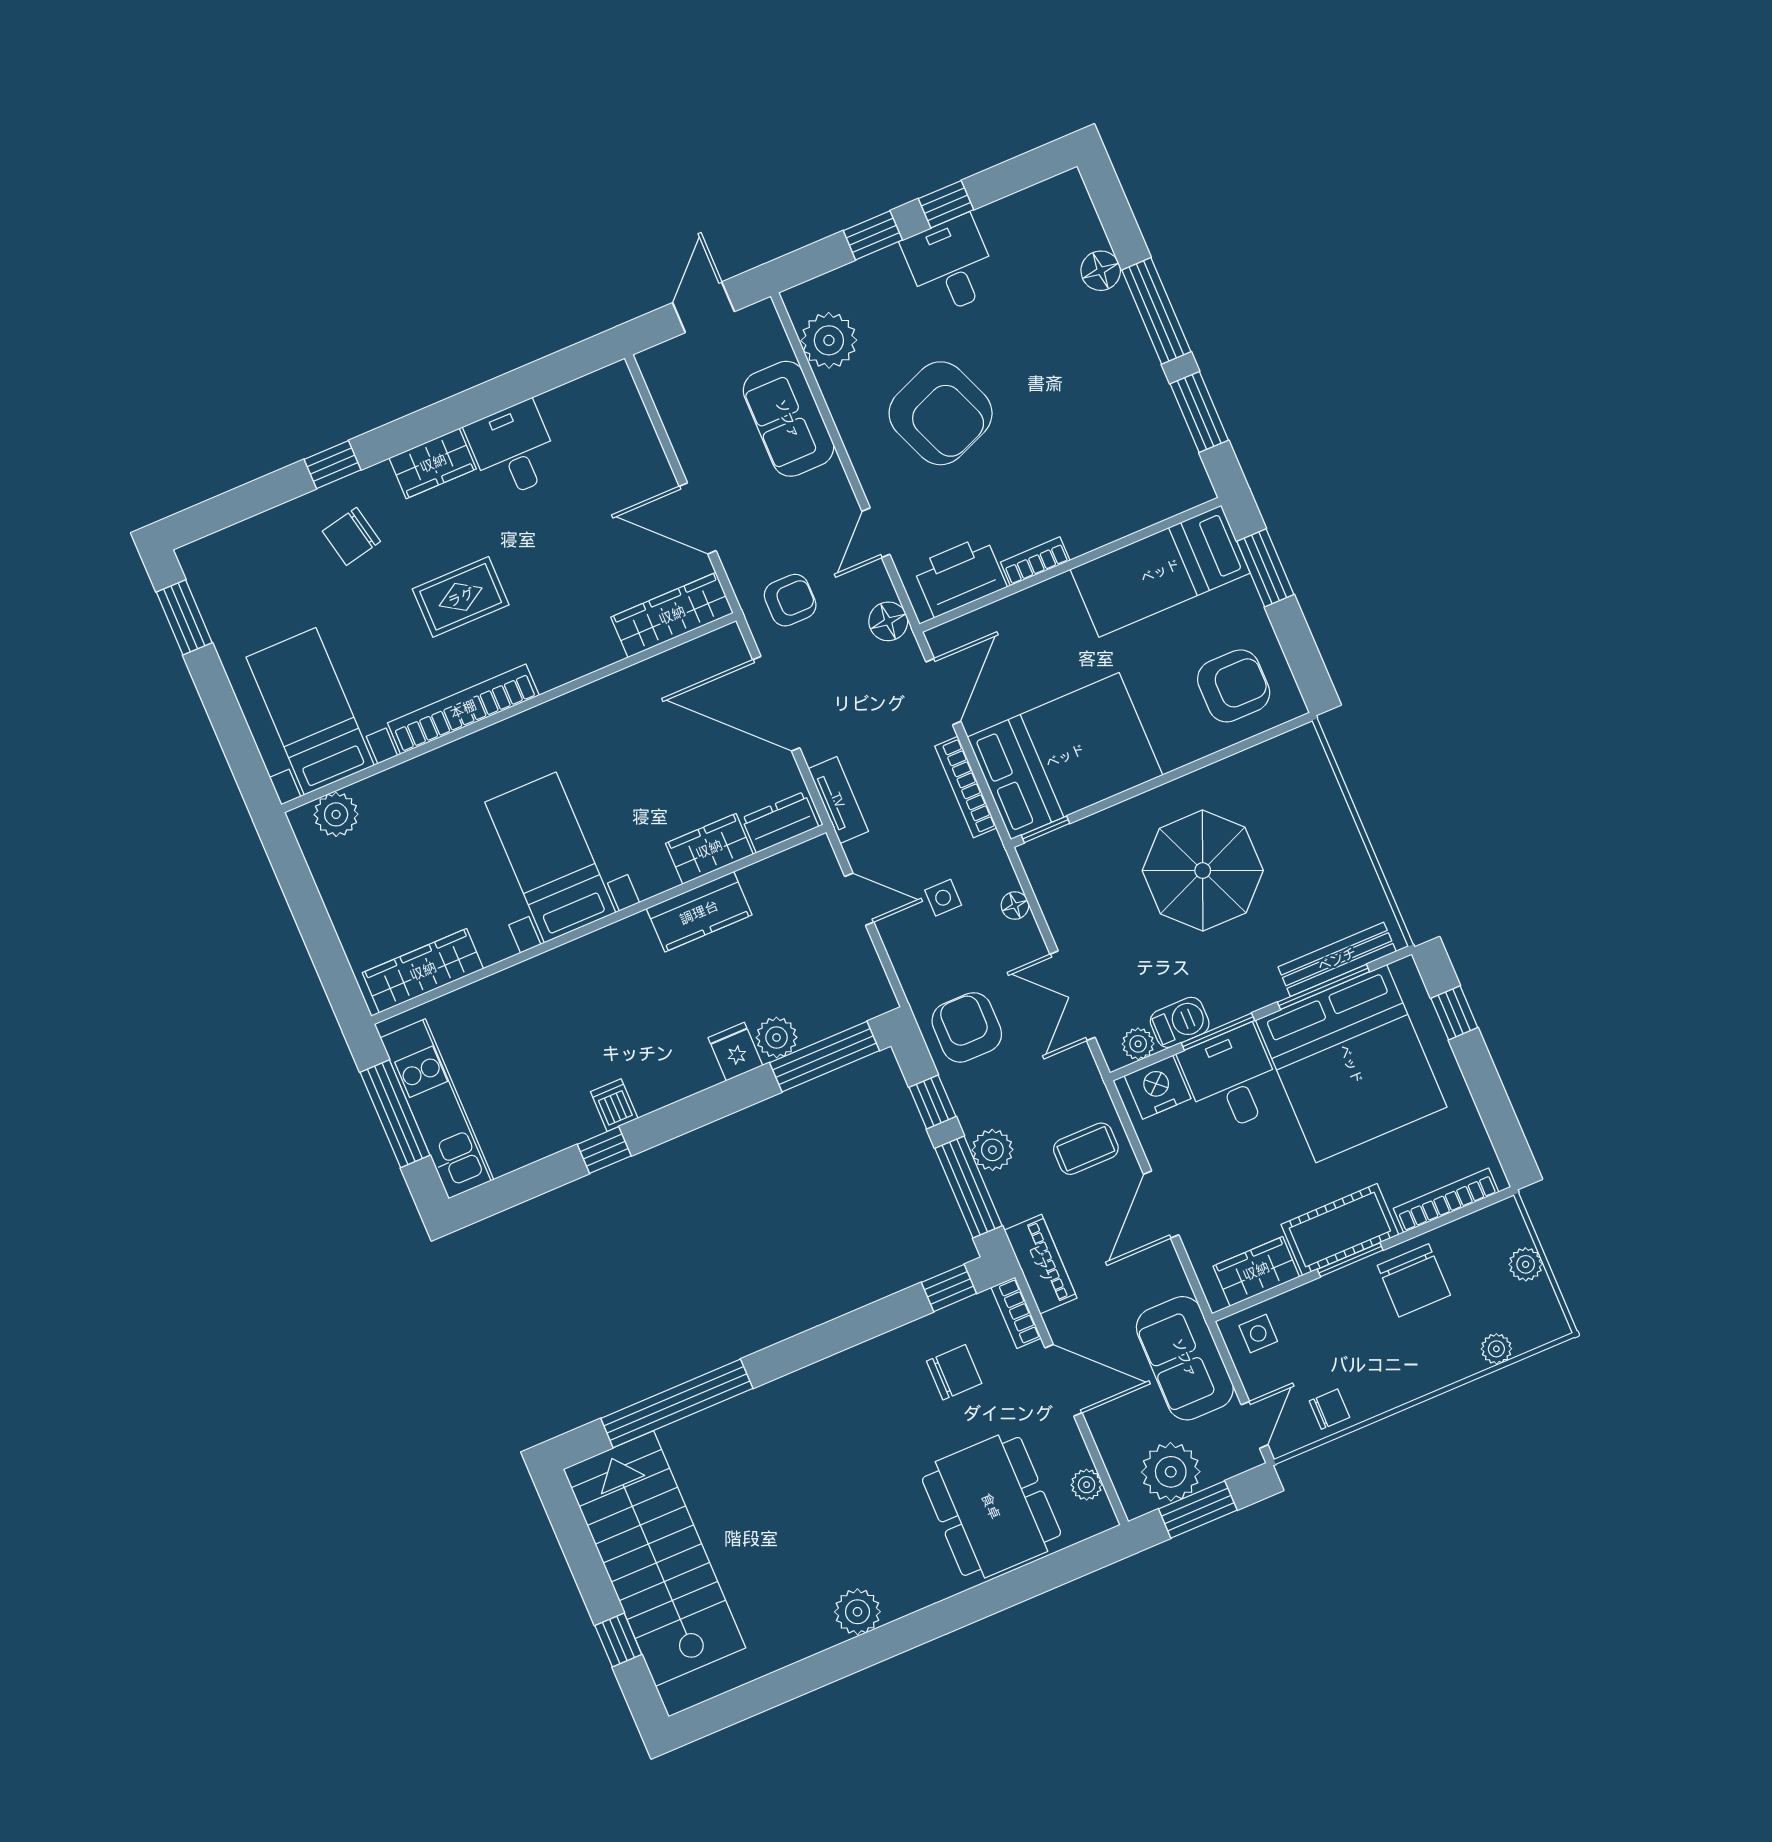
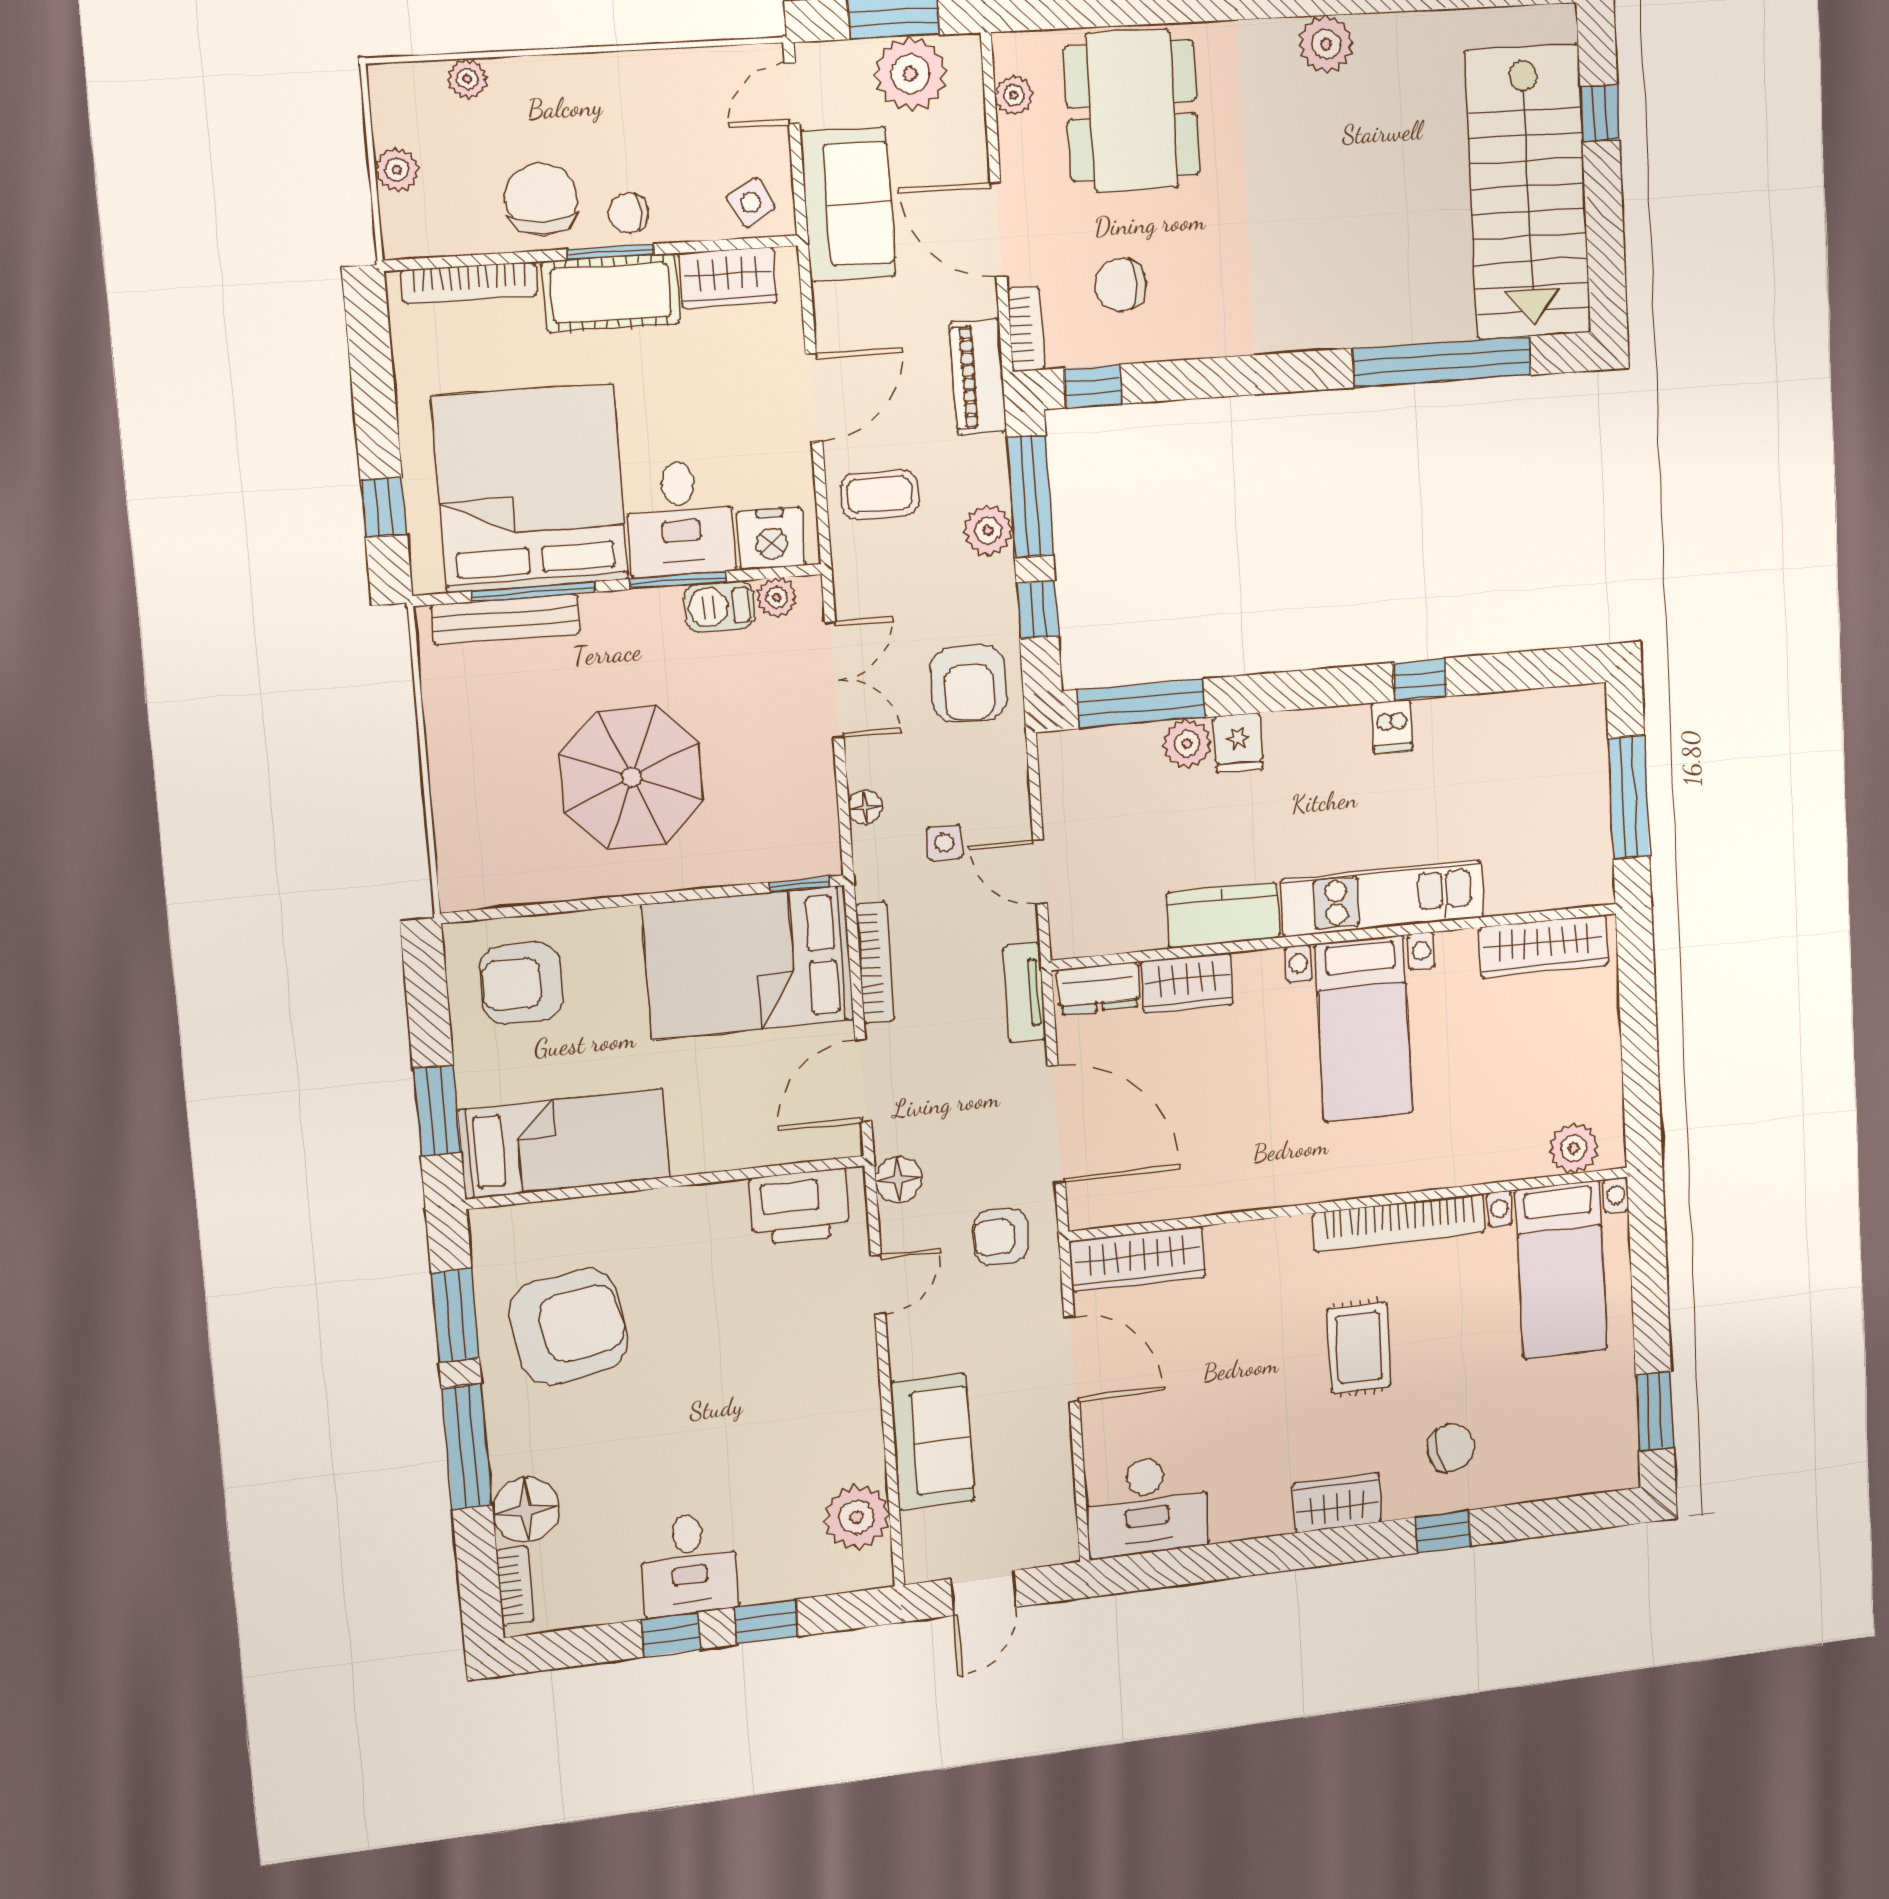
floor lamp: (1101, 271) -> (526, 1510), width x1.38, depth x1.38
armchair: (941, 413) -> (569, 1327), moved, turned 103
desk: (513, 450) -> (1147, 1506), moved, width x1.37
bookcase: (1035, 561) -> (515, 1586), moved, turned -90
rug: (461, 597) -> (1359, 1347), turned 90
kitchen unit: (437, 1109) -> (1383, 898), moved, turned 90
side table: (1258, 1333) -> (751, 202), turned -30
chair: (1330, 1409) -> (629, 213), moved

